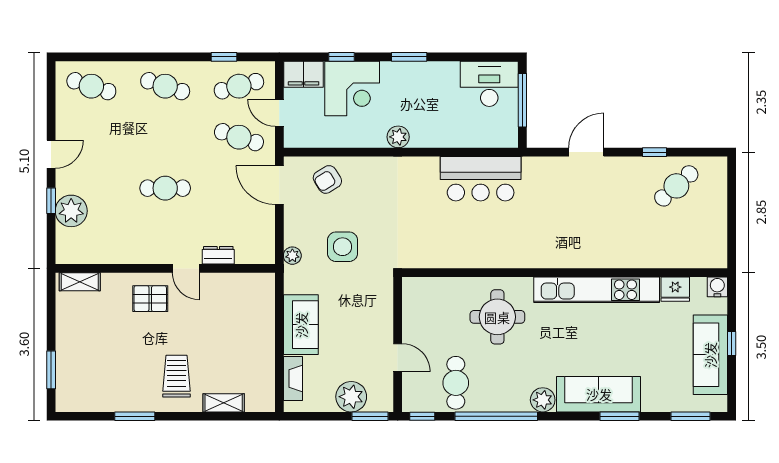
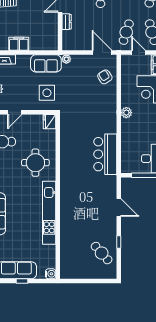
door: (279, 113) -> (139, 53), hinge flipped
door: (279, 185) -> (102, 53), hinge flipped
side table: (343, 247) -> (47, 93), moved
fridge: (675, 289) -> (50, 122), moved
sofa: (301, 325) -> (46, 63), moved
filing cabinet: (262, 350) -> (19, 44), added

